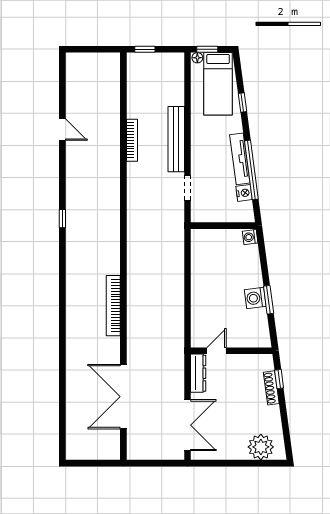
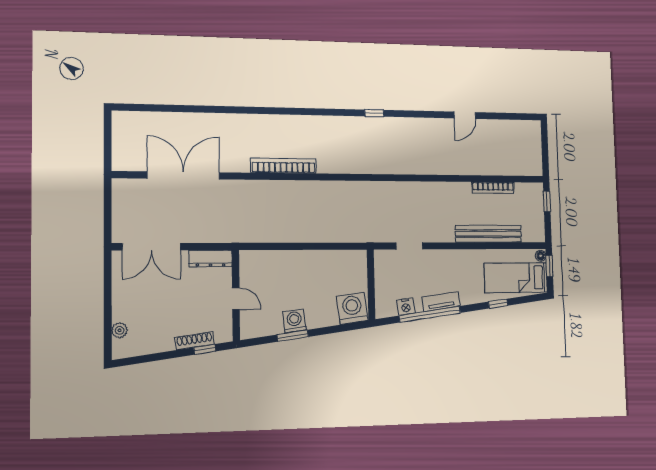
bench: (176, 139) -> (488, 234), moved
bookcase: (132, 140) -> (493, 188), moved
tv unit: (240, 159) -> (441, 302), width x0.71
washing machine: (250, 237) -> (352, 308), width x1.89, depth x1.89
door: (216, 351) -> (236, 299), moved
plant: (261, 447) -> (120, 330), width x0.53, depth x0.53

